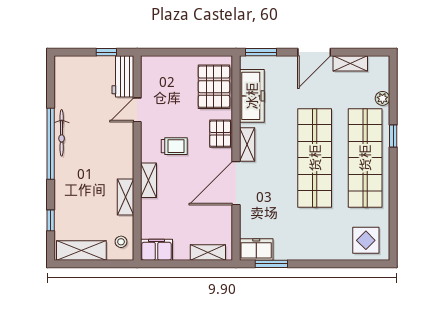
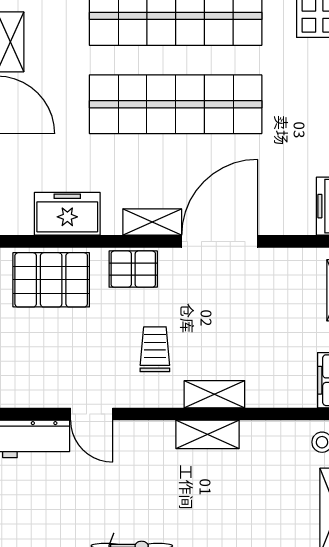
freezer: (252, 96) -> (67, 214), width x0.71
door: (236, 183) -> (220, 241), swing flipped
shelving: (125, 197) -> (208, 434), moved

